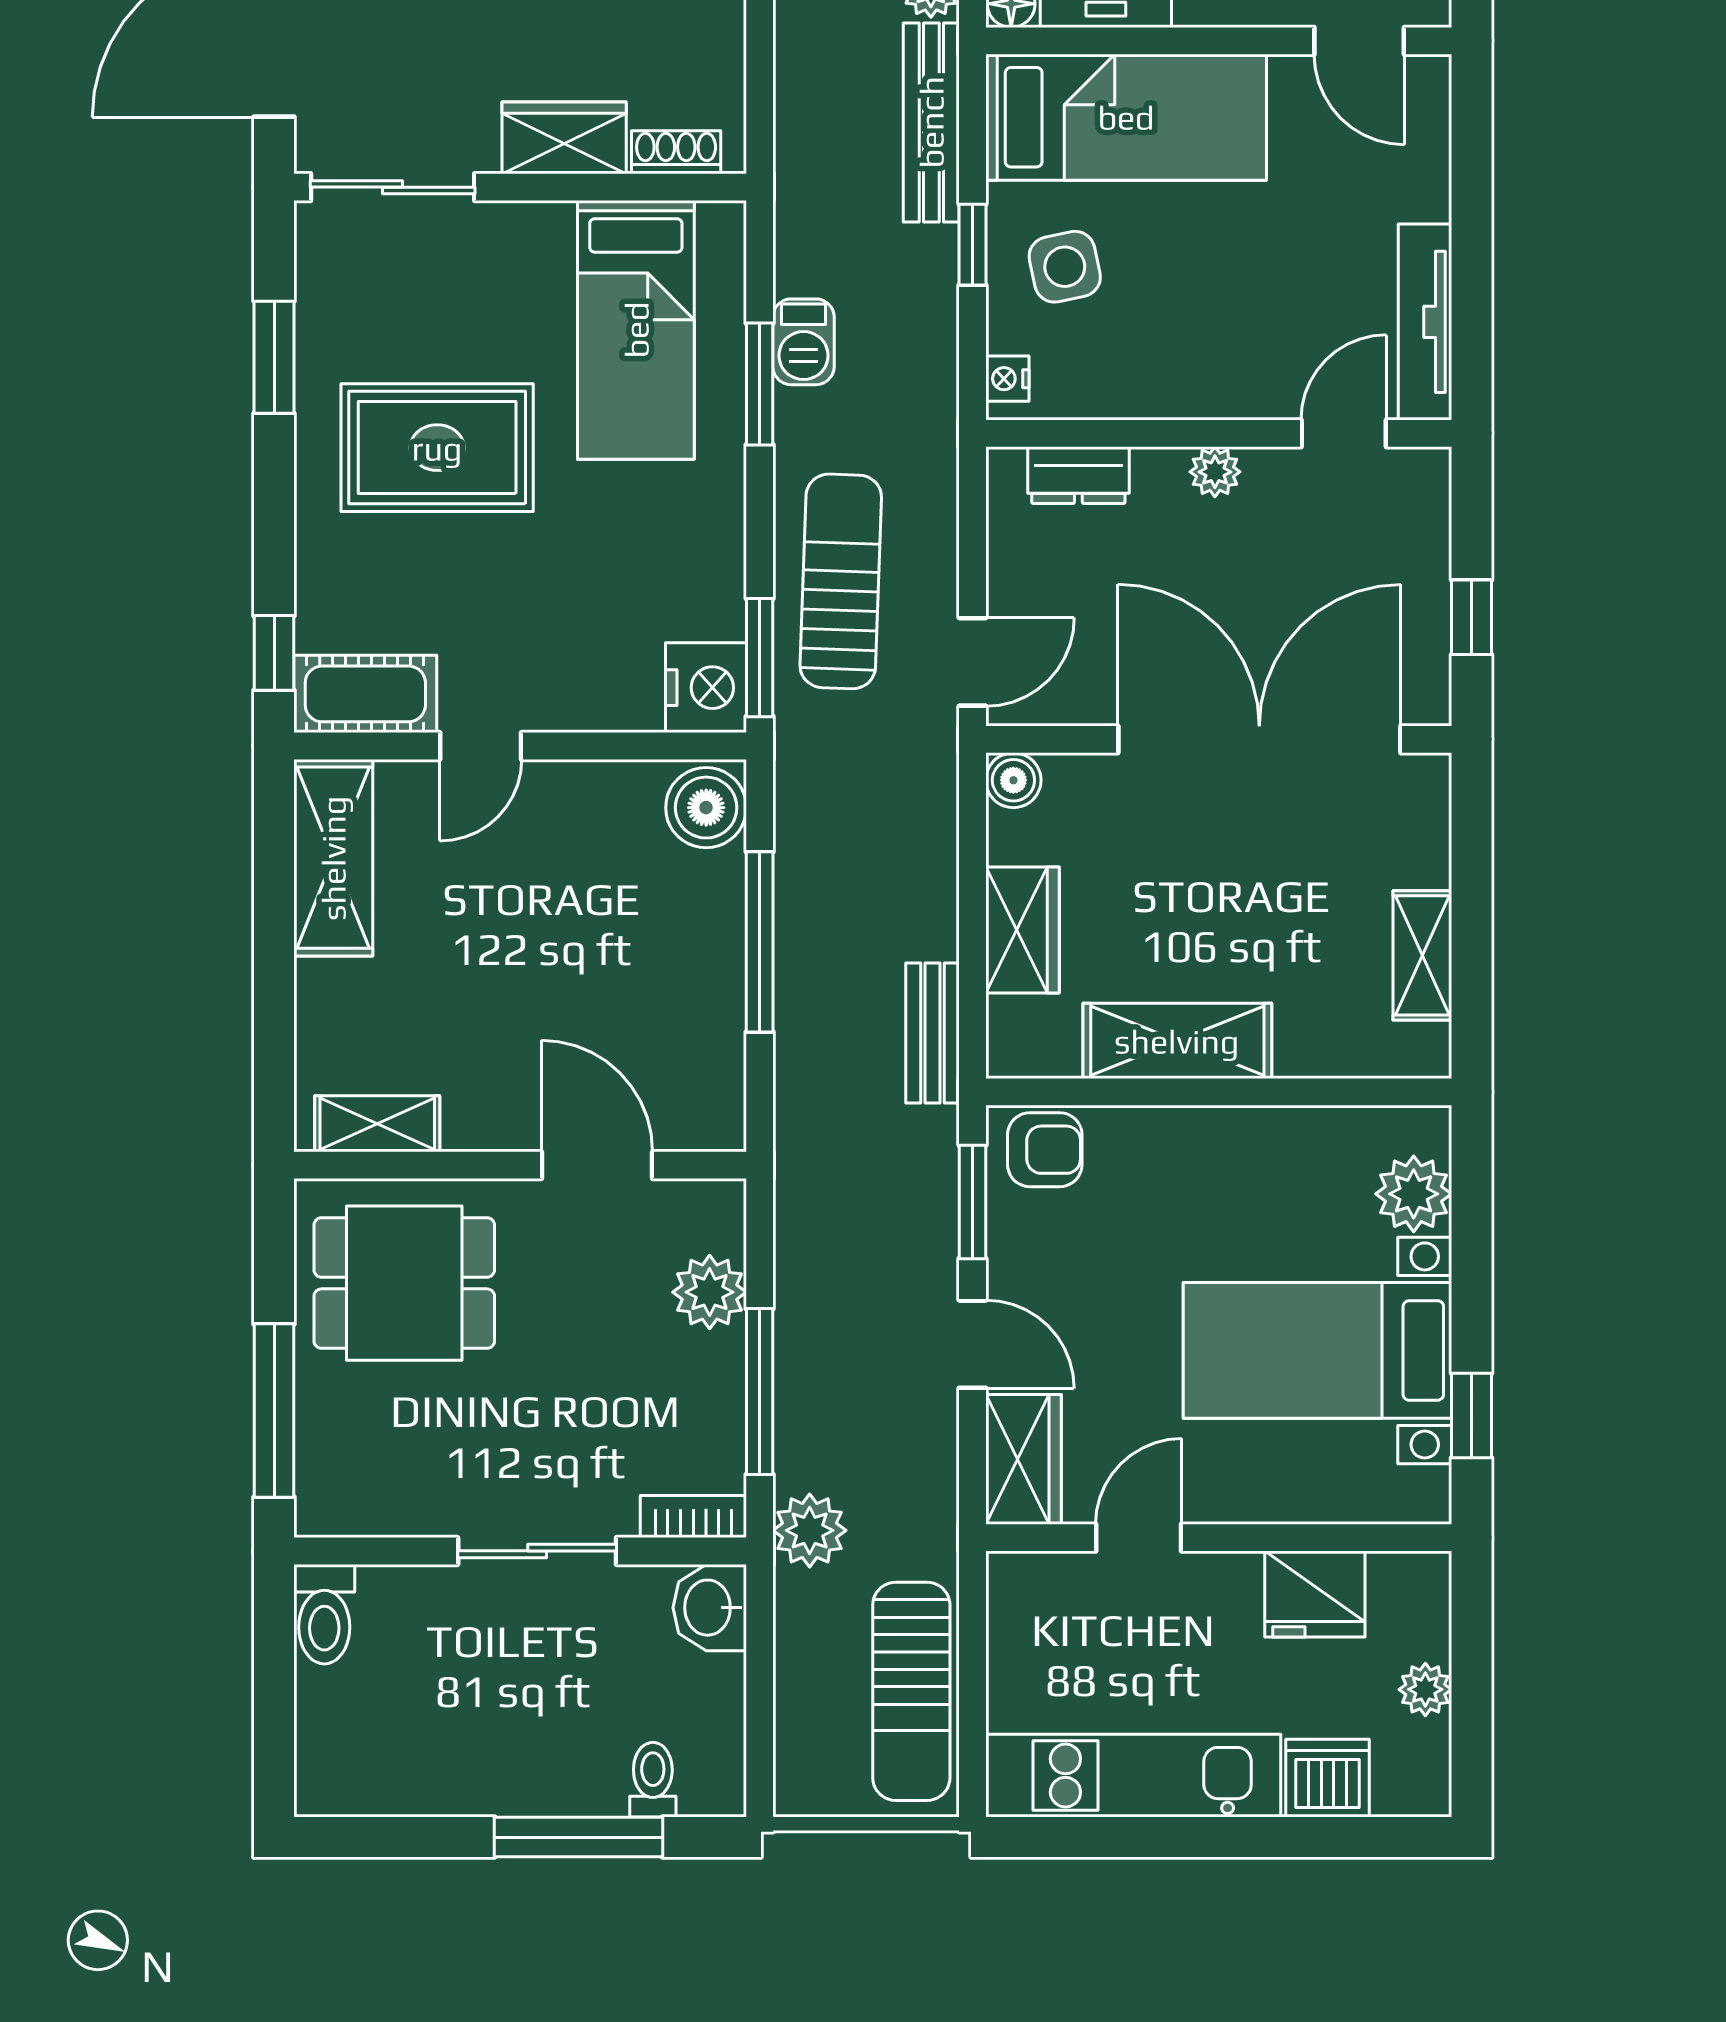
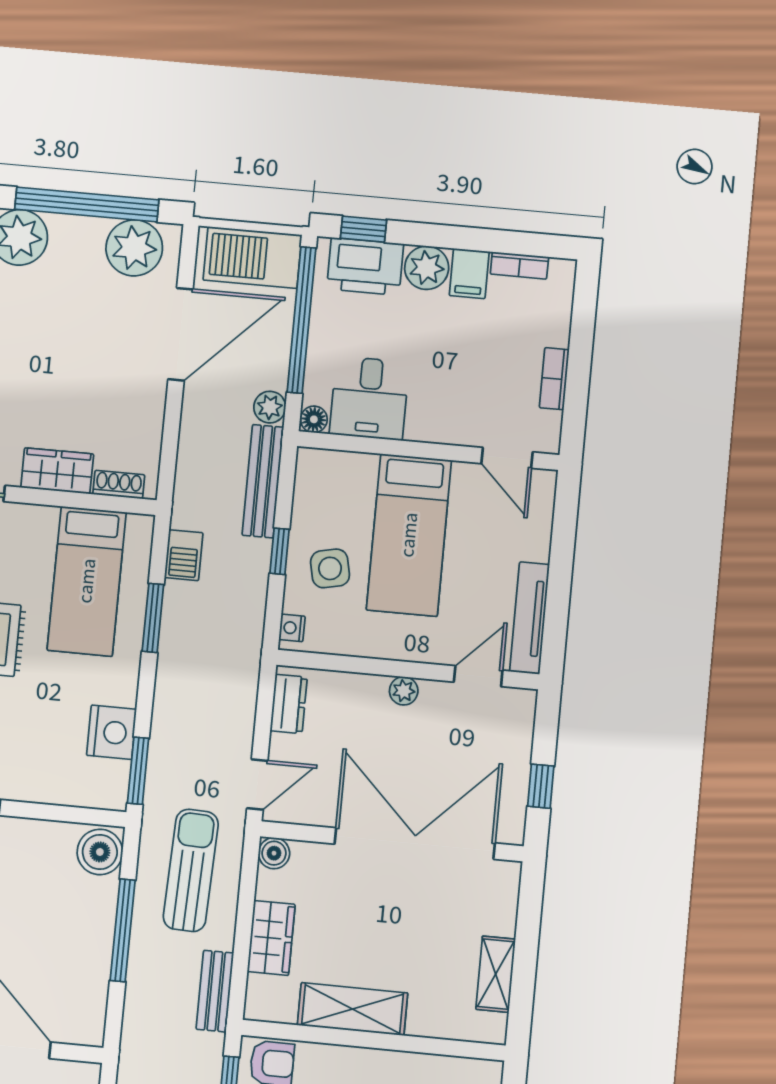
bed: (1126, 117) -> (409, 535), moved, turned 90
barbecue: (804, 342) -> (184, 555), moved
dresser: (1078, 475) -> (289, 704), moved, turned -90
sun lounger: (841, 581) -> (191, 870), moved
nightstand: (706, 688) -> (111, 732), moved

